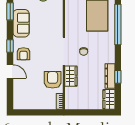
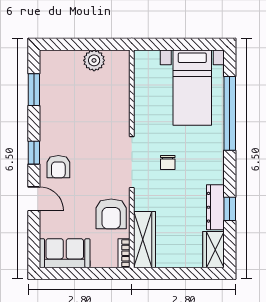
sofa: (21, 23) -> (65, 253), moved, turned -90
wardrobe: (71, 76) -> (145, 240), moved, width x1.50
armchair: (53, 80) -> (111, 214), turned 180

